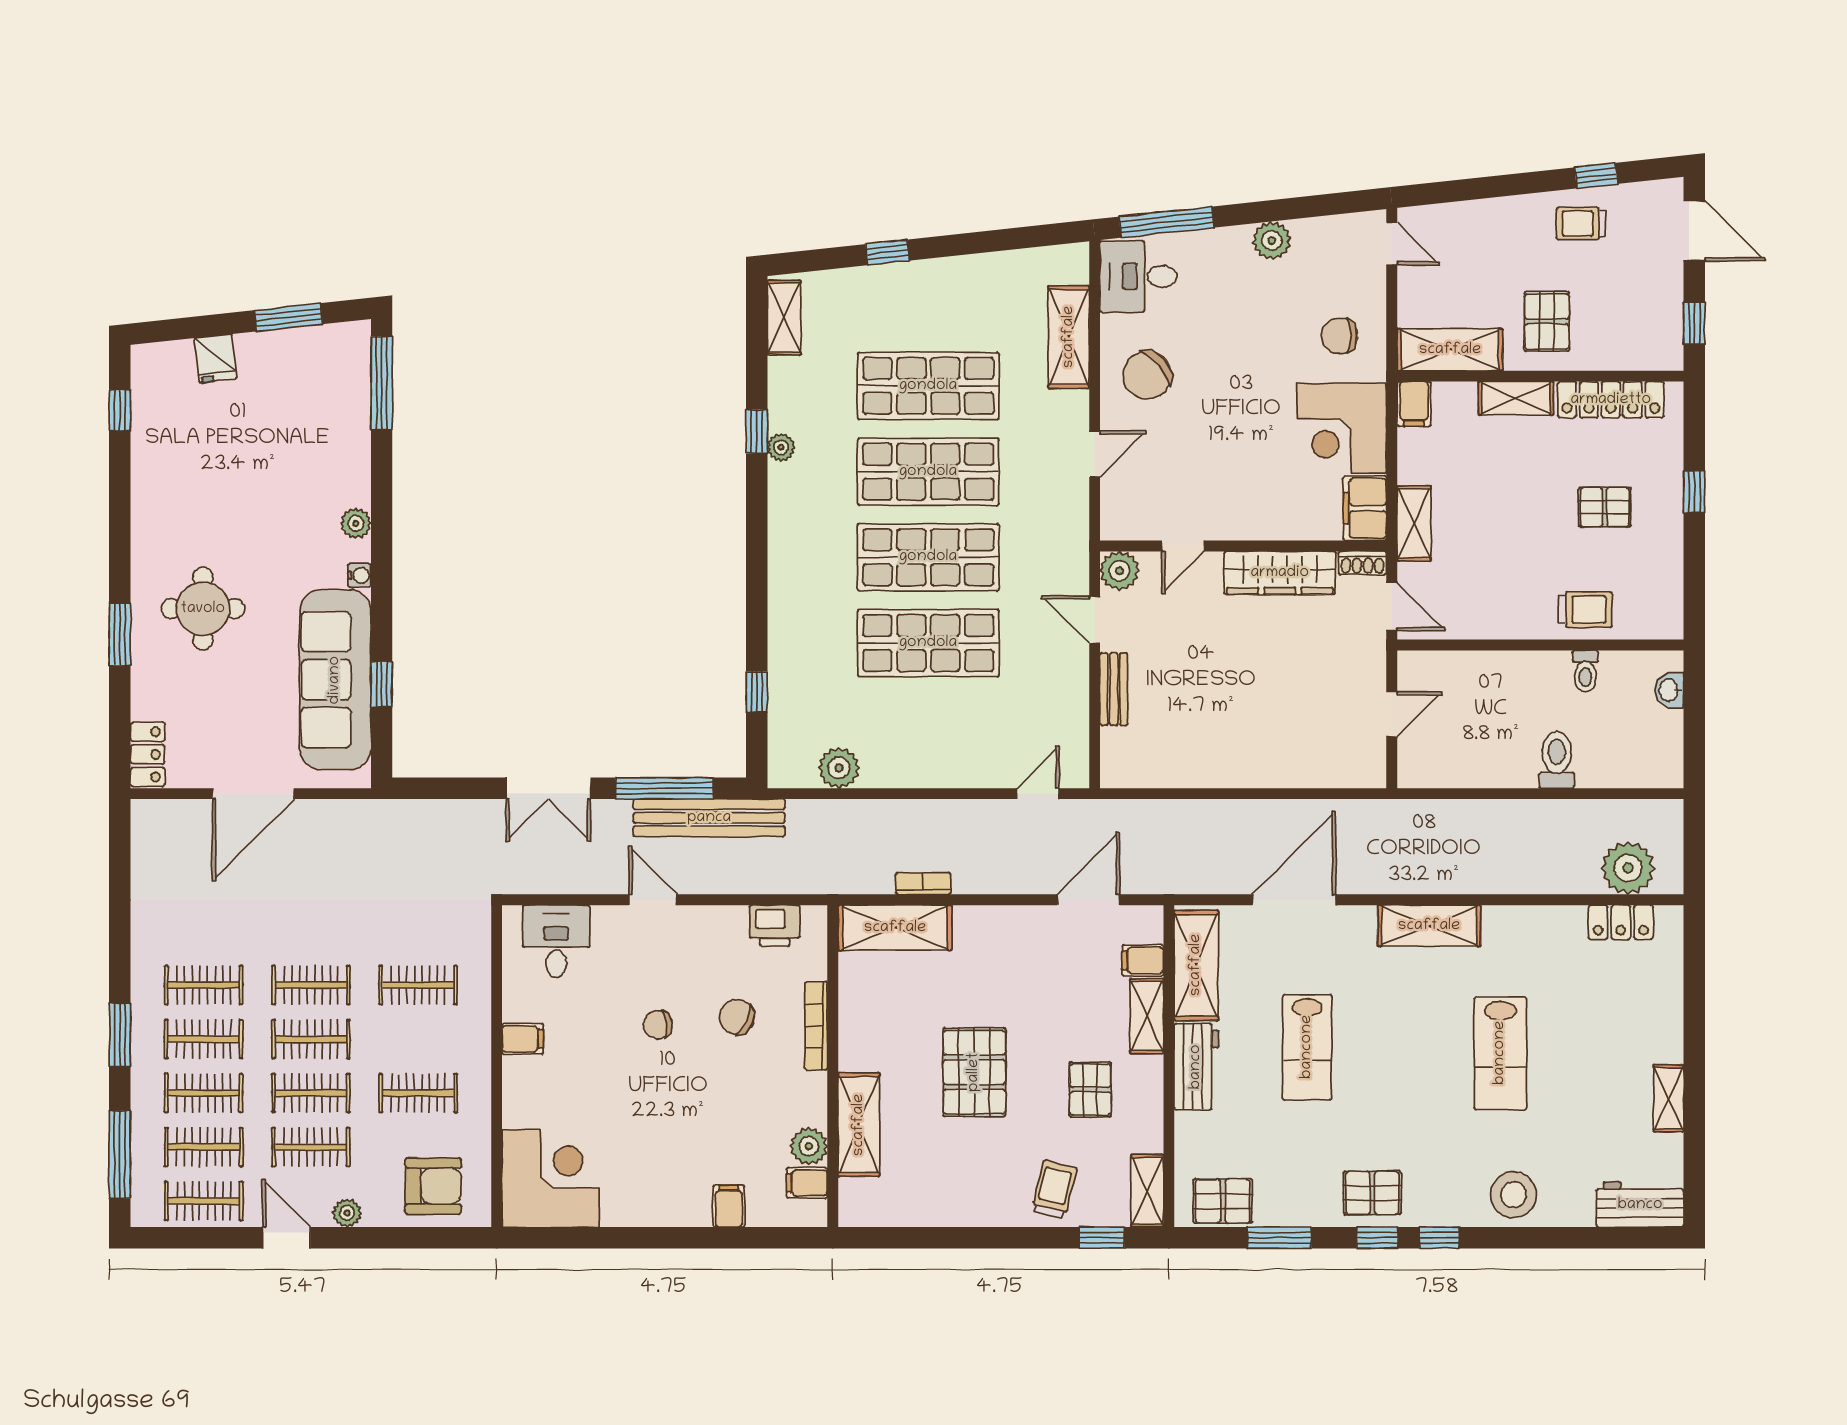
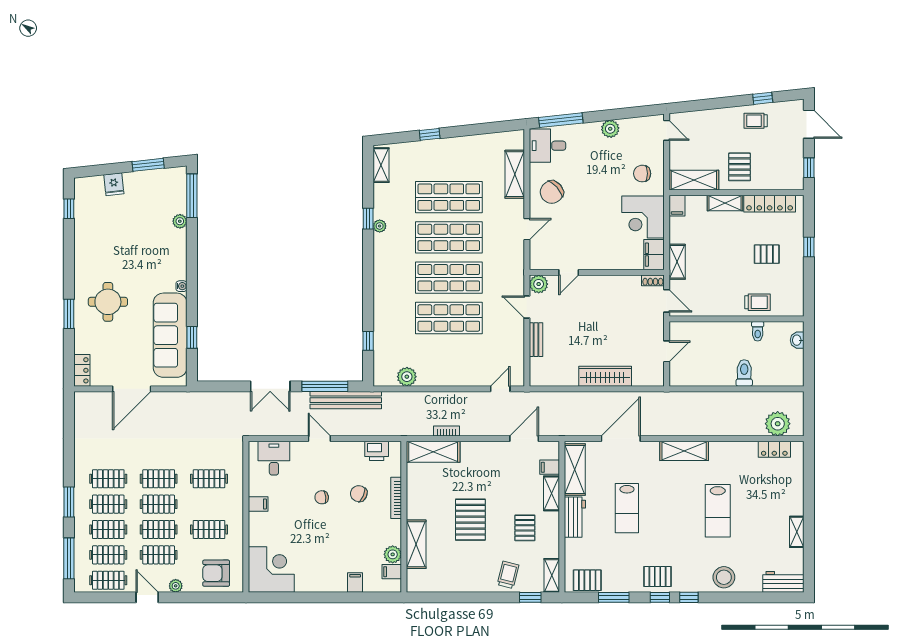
plant: (356, 523) -> (180, 221), moved
wardrobe: (1280, 573) -> (605, 376), moved, turned 180
armchair: (433, 1186) -> (216, 573), turned 180

